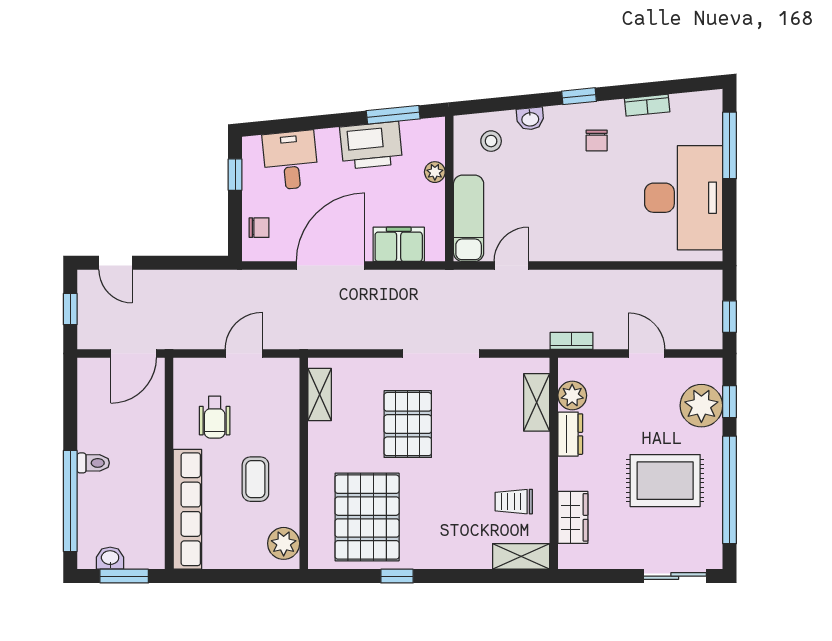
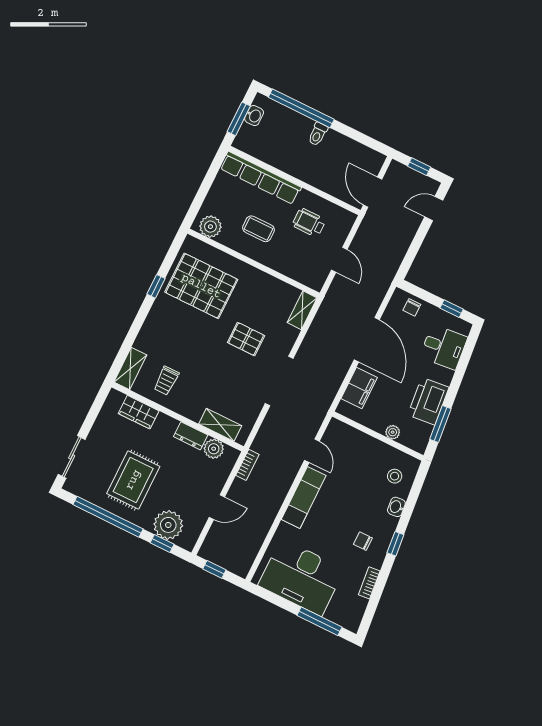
exam couch: (469, 218) -> (304, 497), moved, turned -90
shelving: (320, 395) -> (302, 310), moved, turned 90
pallet: (408, 424) -> (246, 339), width x0.67, depth x0.71
trolley: (514, 502) -> (166, 381), turned 180

